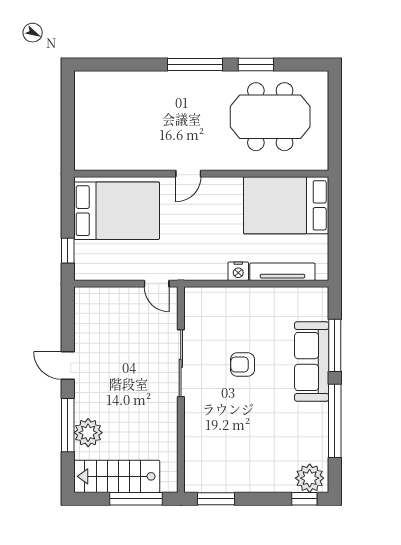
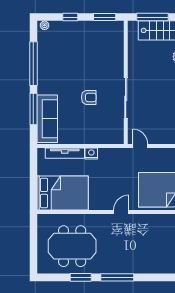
sofa: (312, 362) -> (47, 119), moved
plant: (310, 478) -> (44, 25), width x0.53, depth x0.53
window: (304, 499) -> (70, 17), moved

